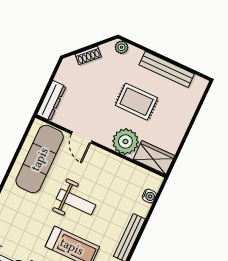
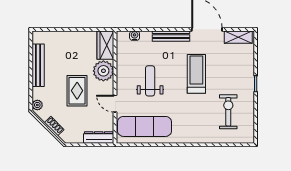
rug: (136, 102) -> (77, 91), moved
door: (82, 137) -> (115, 104), swing flipped
weight bench: (76, 202) -> (150, 81), moved

